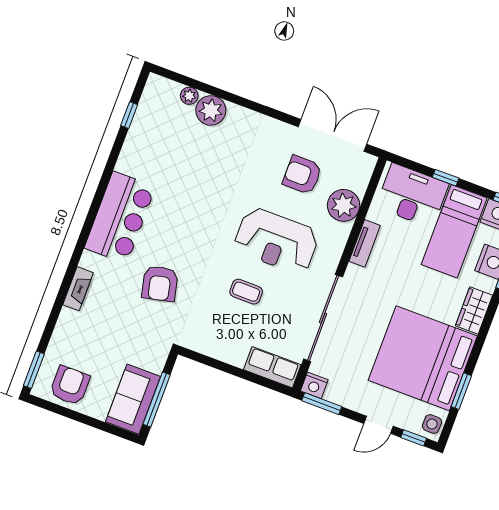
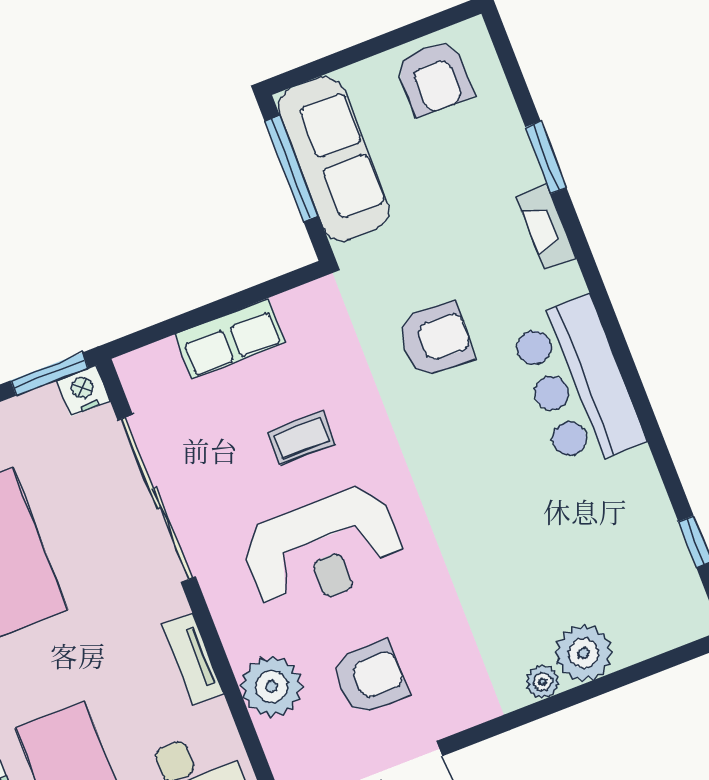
plant: (189, 96) -> (543, 682), moved
reception desk: (276, 241) -> (323, 550), turned 180
armchair: (160, 284) -> (435, 339), turned 107
row of seats: (272, 367) -> (230, 338), moved
window: (34, 370) -> (546, 157), moved
sofa: (133, 399) -> (334, 159), width x1.36

